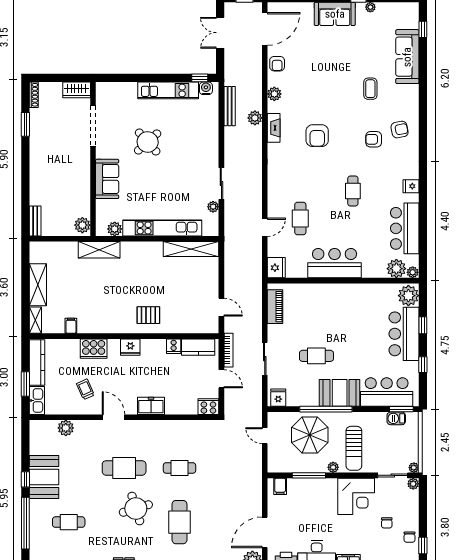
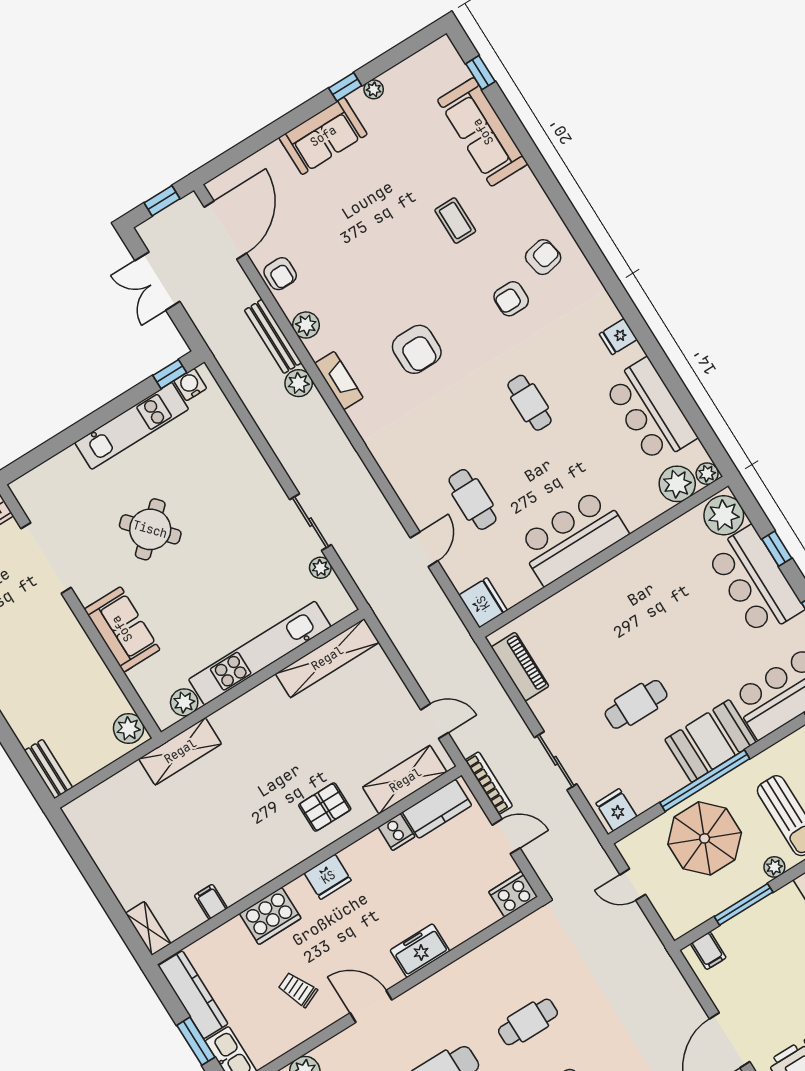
bench: (230, 106) -> (273, 336), moved
shelving: (38, 285) -> (405, 780), moved, turned 90

